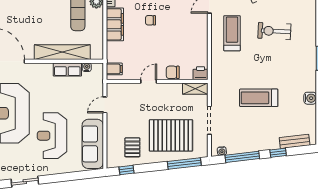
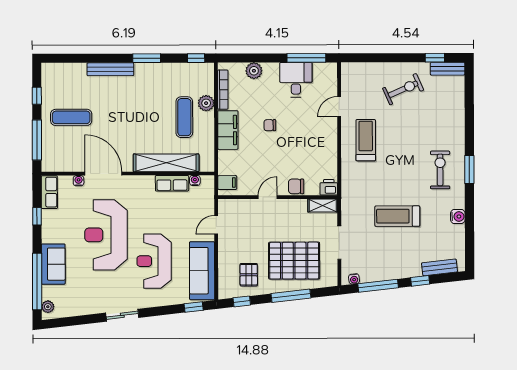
exercise bike: (274, 31) -> (440, 170), moved, turned 87
window: (184, 163) -> (291, 296), moved
window: (85, 175) -> (194, 307), added

